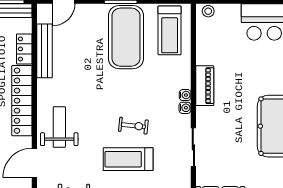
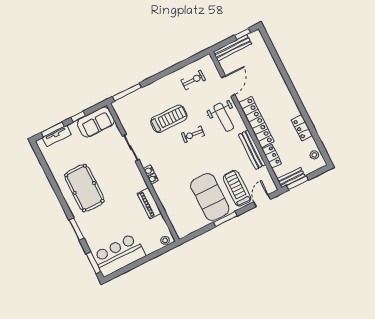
treadmill: (170, 30) -> (237, 188), moved
bench: (45, 51) -> (252, 150), moved
piano: (205, 86) -> (149, 203), moved
exercise bike: (133, 126) -> (193, 134), moved

